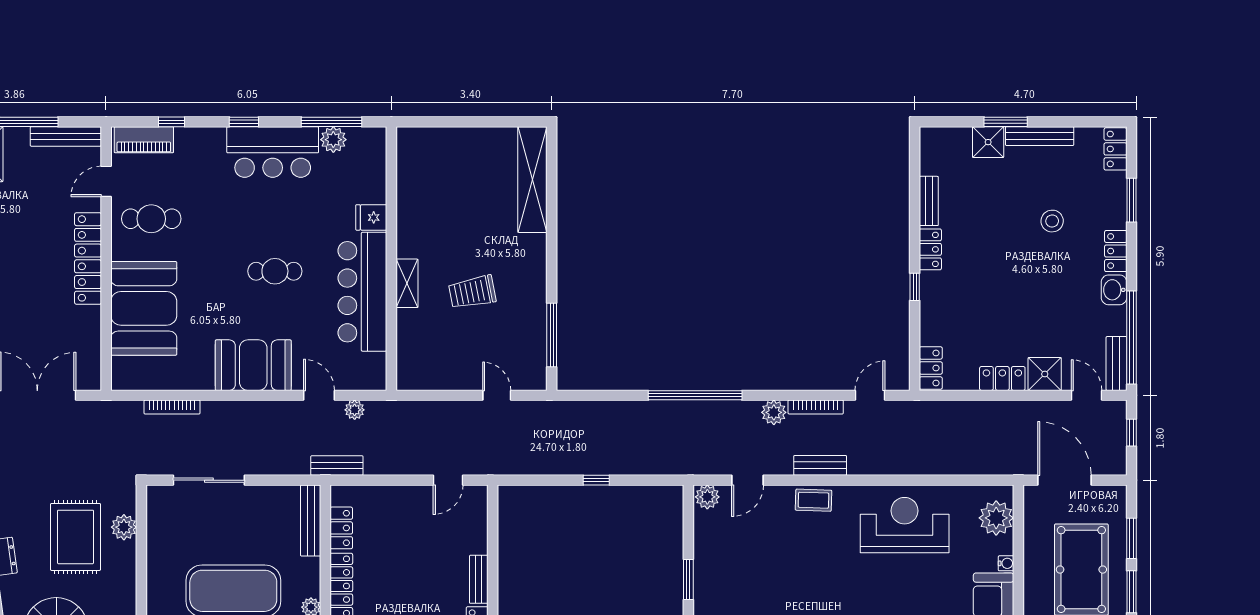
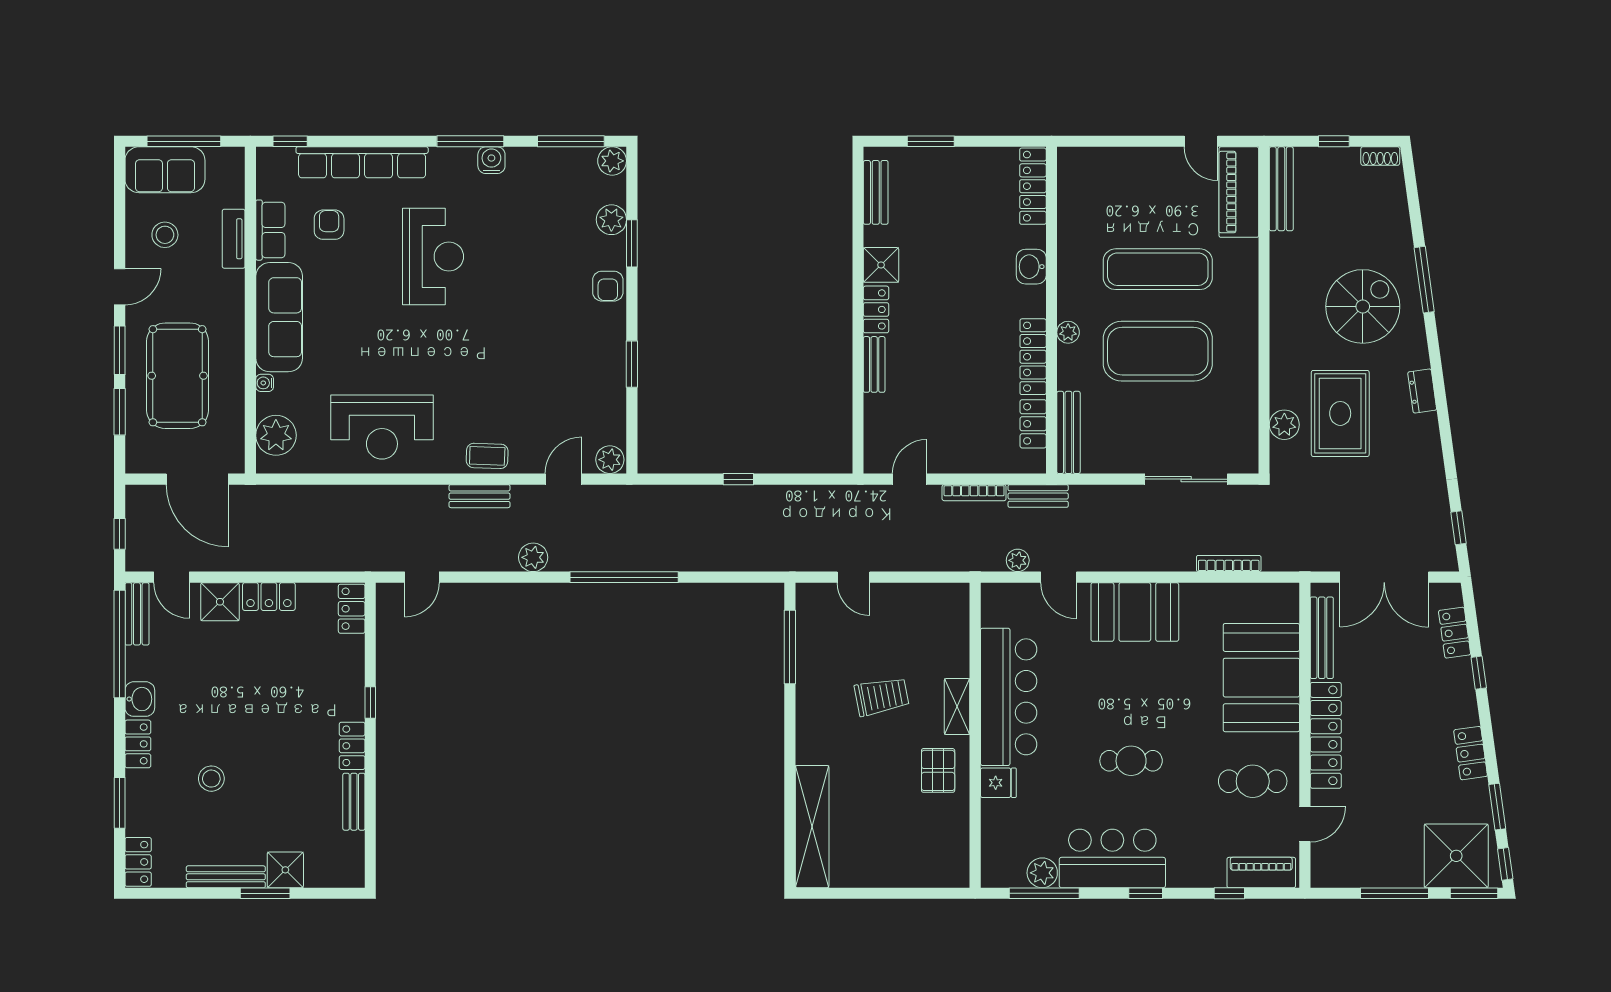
bench: (66, 136) -> (1322, 638), moved, turned 90
pallet: (423, 228) -> (938, 770), added
cafe table: (275, 271) -> (1131, 761), moved
bookcase: (816, 407) -> (974, 493), moved, turned 180

